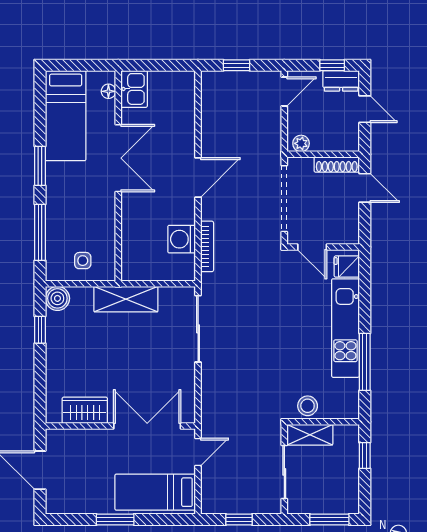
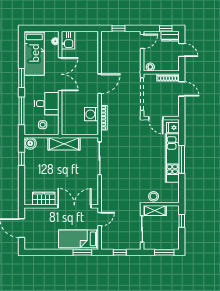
desk: (91, 218) -> (47, 104), added
window: (365, 362) -> (182, 159), moved
window: (115, 519) -> (82, 252), moved

